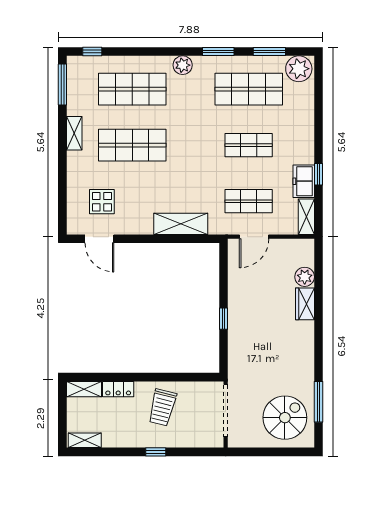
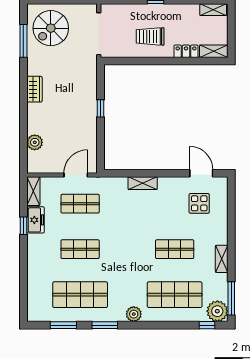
plant: (299, 69) -> (217, 311), moved
shop shelf: (132, 145) -> (175, 249), width x0.70, depth x0.74
shelving: (181, 224) -> (143, 183), width x0.67, depth x0.75
wardrobe: (305, 304) -> (34, 89), moved
trolley: (162, 407) -> (150, 36), turned -104

